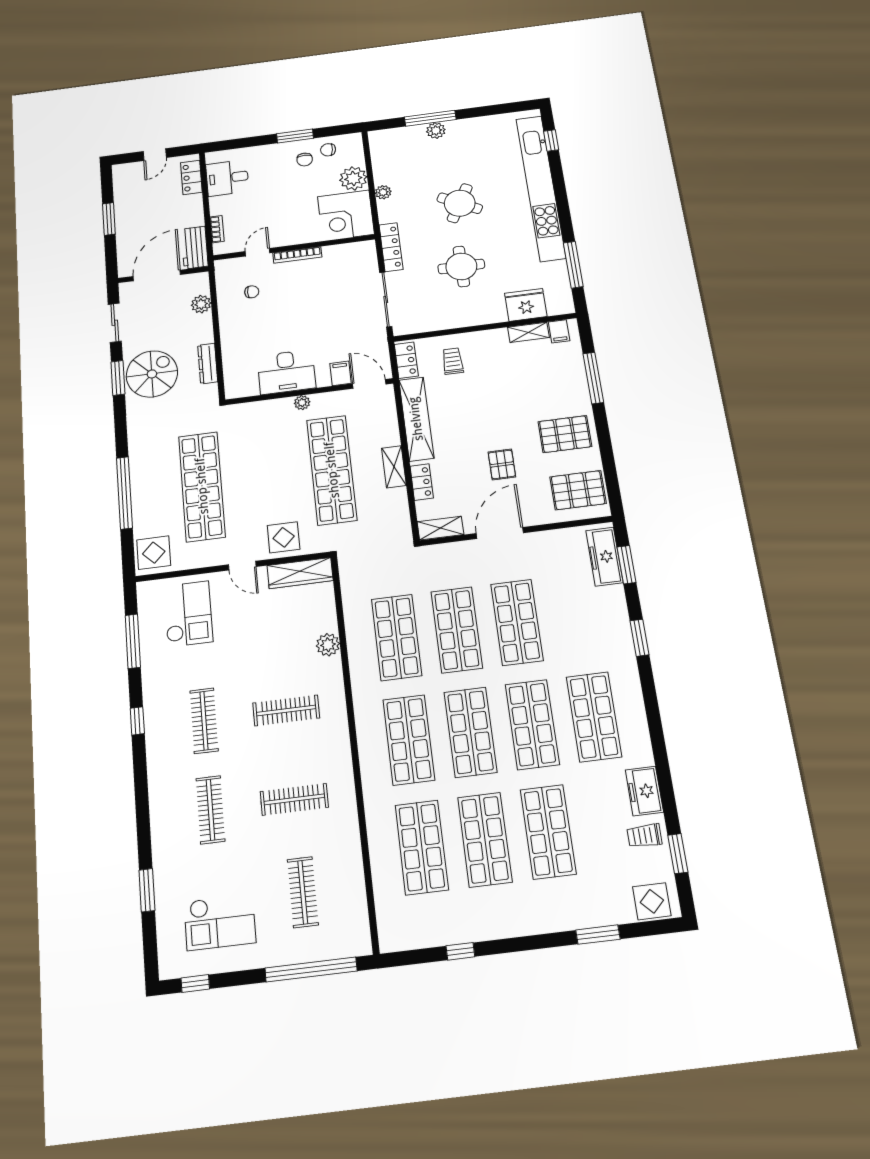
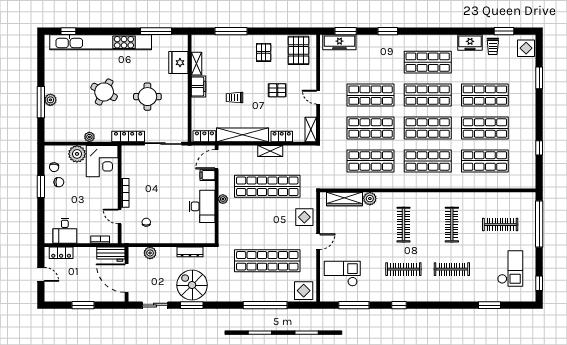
filing cabinet: (559, 331) -> (198, 86), moved, width x2.00
trolley: (453, 361) -> (234, 98), moved
pallet: (565, 434) -> (264, 52), width x0.67, depth x0.71
door: (500, 533) -> (318, 97), width x0.53
wardrobe: (300, 573) -> (345, 199), moved, turned 90

